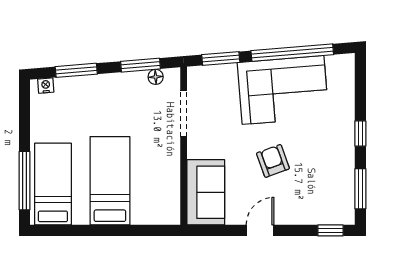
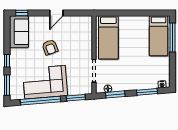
bed: (110, 181) -> (108, 37), moved
window: (360, 189) -> (7, 85), moved
sofa: (206, 192) -> (19, 32), moved, turned 180

